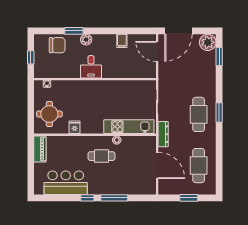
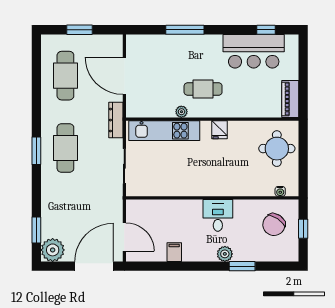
chair: (57, 45) -> (274, 225), moved, turned -56
fridge: (75, 127) -> (220, 130), moved
window: (87, 198) -> (266, 30), moved

